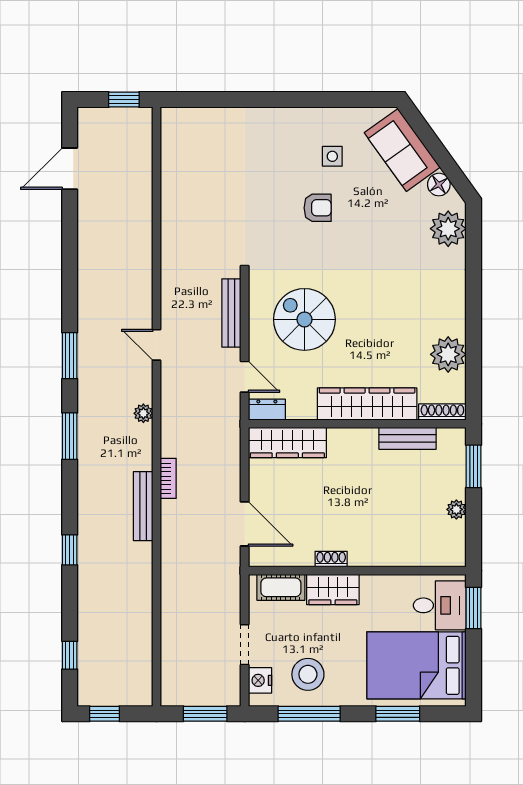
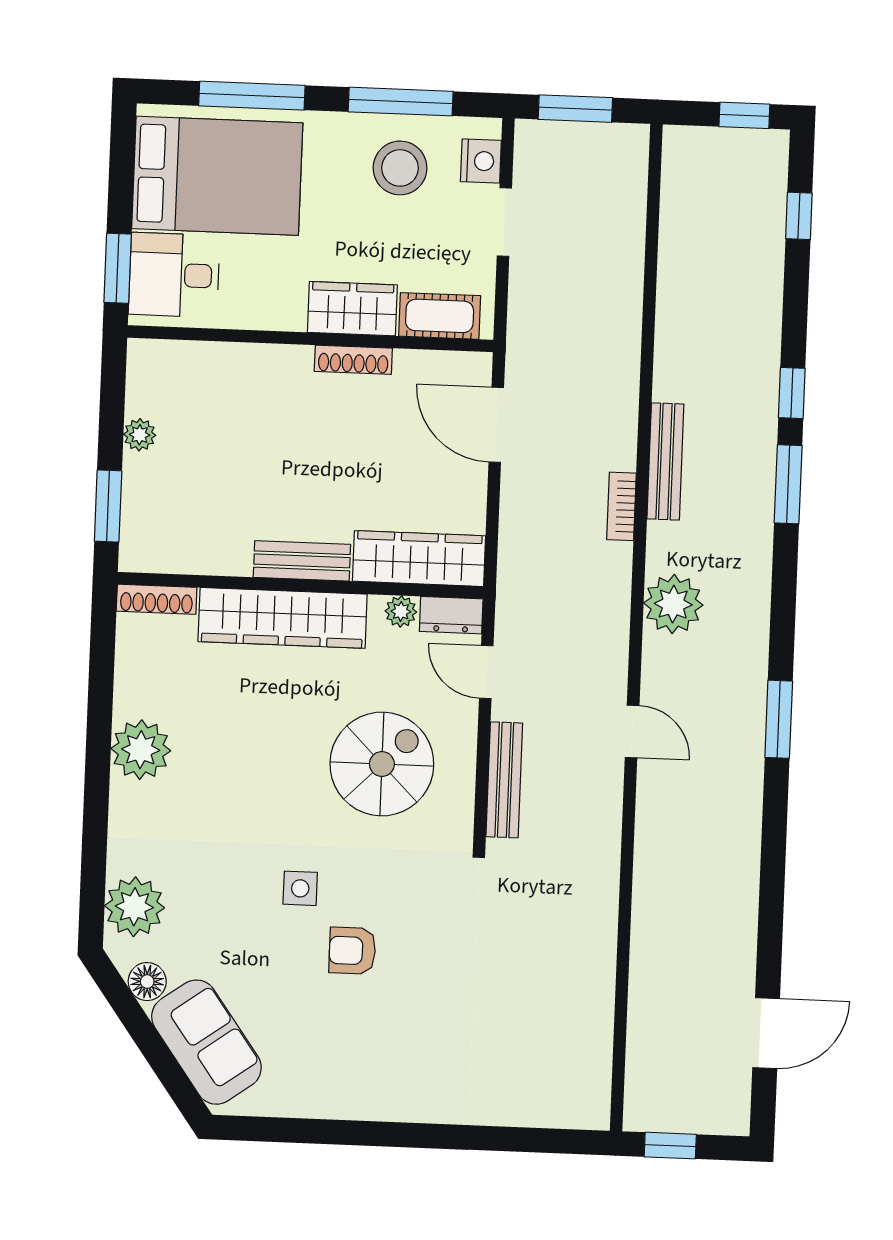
side table: (332, 156) -> (300, 888), moved
spiral stairs: (304, 319) -> (382, 764), turned -90
plant: (448, 354) -> (141, 750), moved
plant: (297, 411) -> (401, 611), added
plant: (143, 413) -> (673, 604), width x1.88, depth x1.88
window: (70, 436) -> (788, 484), moved
bench: (408, 438) -> (302, 561), moved
shoe rack: (331, 559) -> (353, 360), width x1.43
window: (398, 714) -> (252, 96), width x1.44

